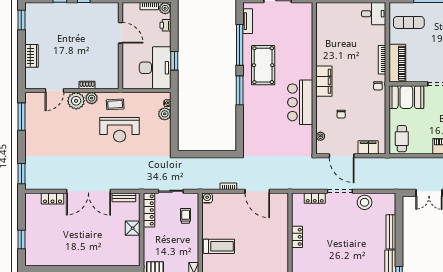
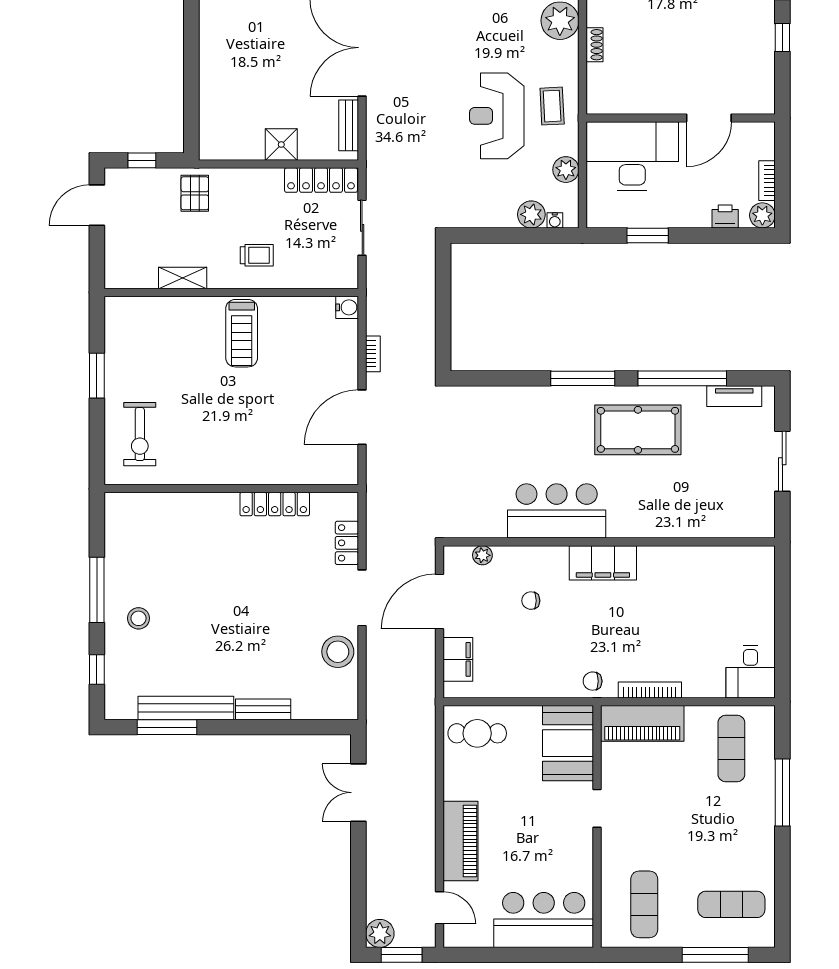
desk: (155, 68) -> (632, 156), moved, turned 180
plant: (92, 98) -> (566, 170), moved
trolley: (186, 216) -> (257, 255), moved
bench: (391, 232) -> (263, 709), width x0.73
locker: (297, 237) -> (275, 504), width x1.53

